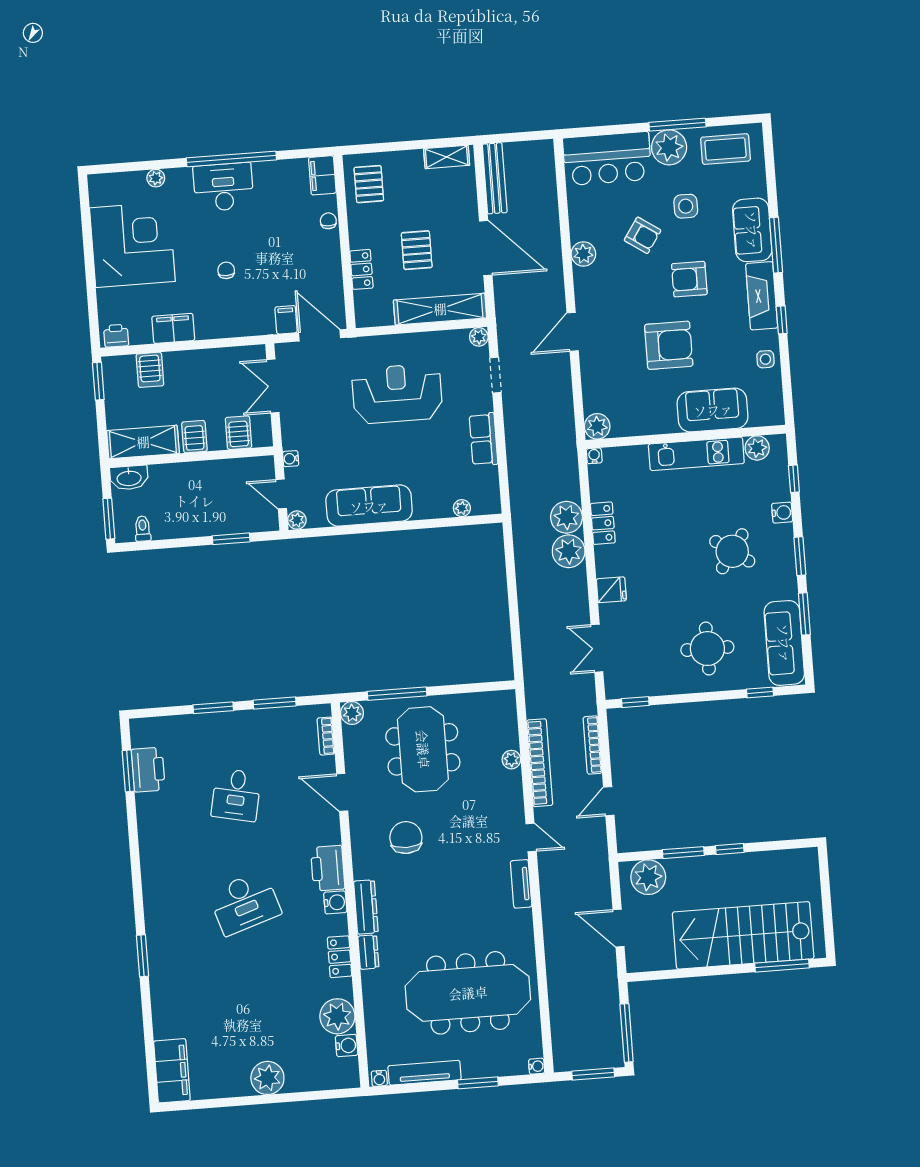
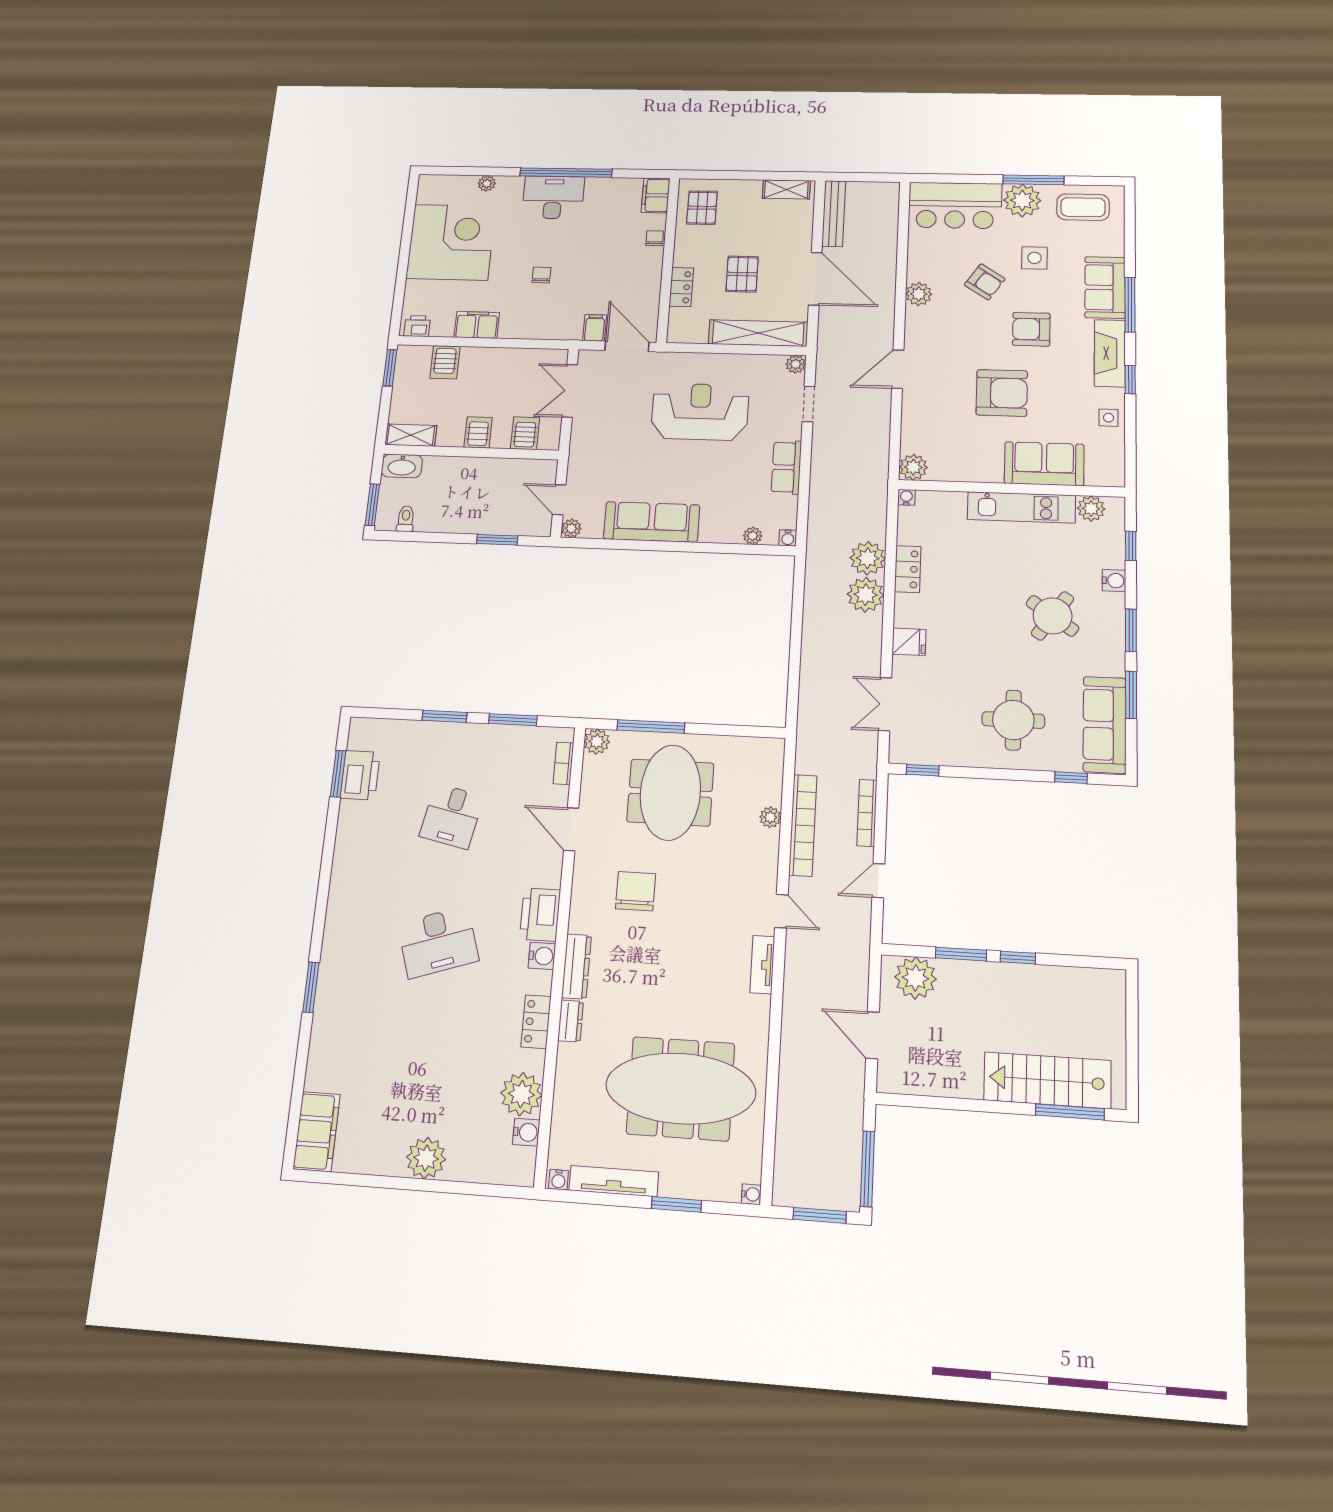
shelving: (143, 442) -> (411, 435), width x0.67, depth x0.75
water cooler: (291, 459) -> (788, 538), moved, turned -90
stairs: (743, 935) -> (1047, 1080), width x0.73, depth x0.66

